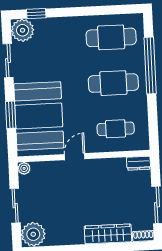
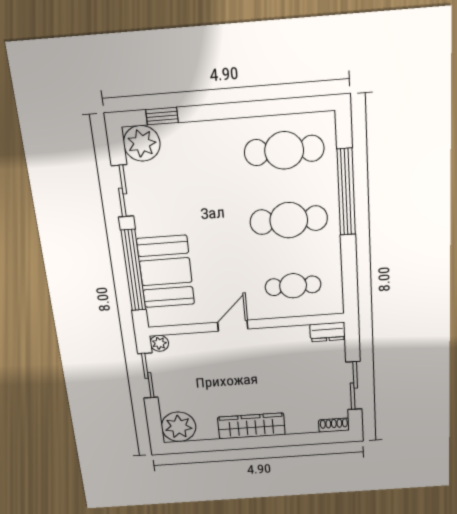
window: (11, 115) -> (133, 270), width x2.11
booth: (39, 116) -> (166, 272), width x0.73, depth x0.70
sliding door: (15, 206) -> (148, 376), moved
wardrobe: (108, 234) -> (251, 426), moved

